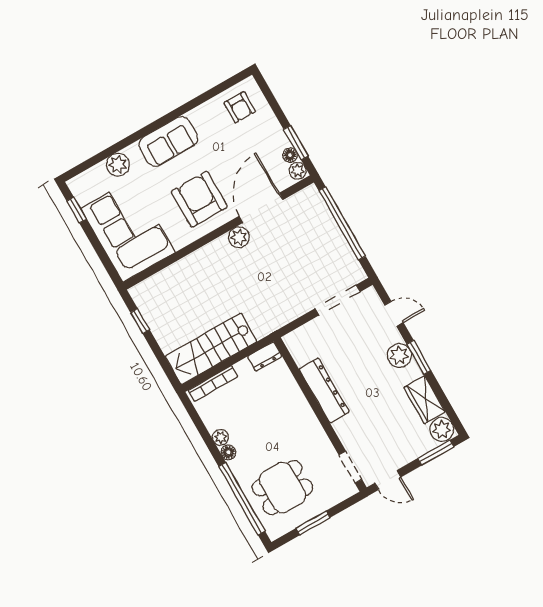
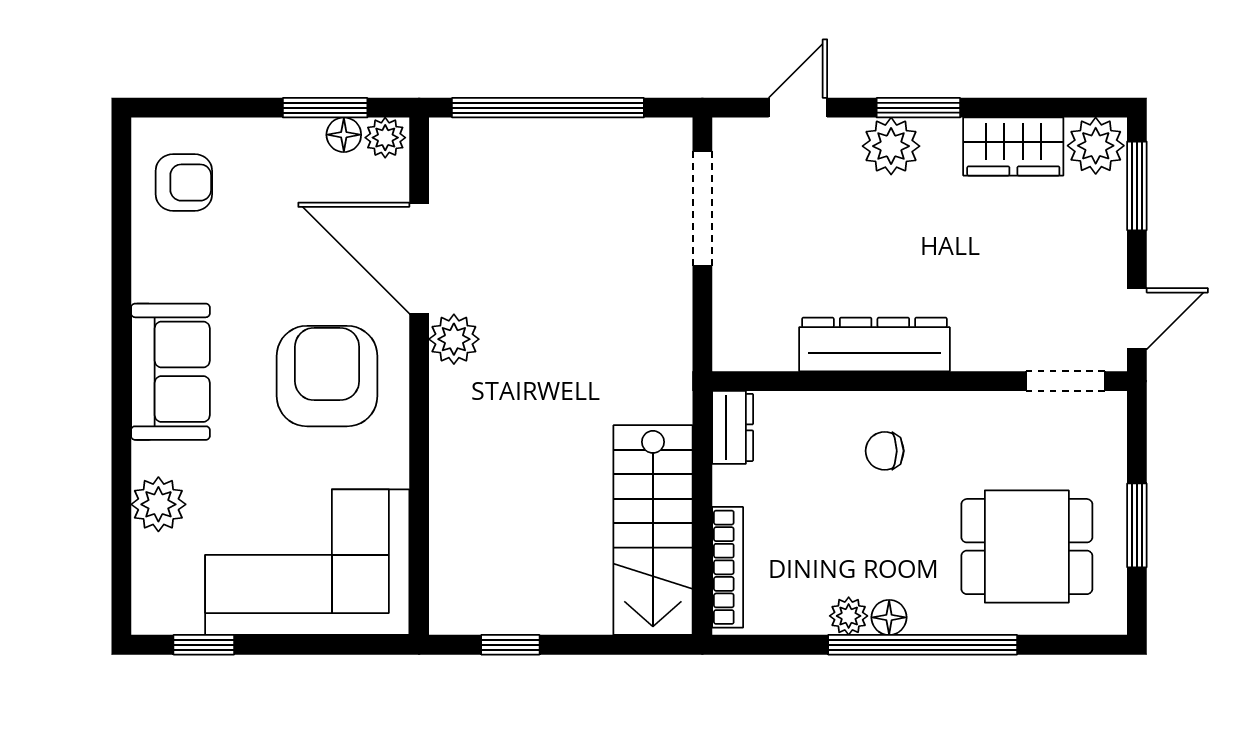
armchair: (199, 199) -> (327, 376), turned 90
chair: (288, 416) -> (885, 451), added
dining table: (283, 487) -> (1027, 547), turned 90
window: (242, 499) -> (923, 645), moved

